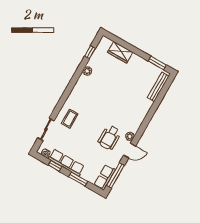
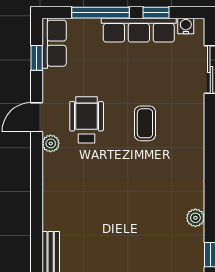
coffee table: (70, 119) -> (145, 123), moved
window: (115, 175) -> (37, 58), width x0.46
window: (78, 179) -> (101, 13), width x1.44

